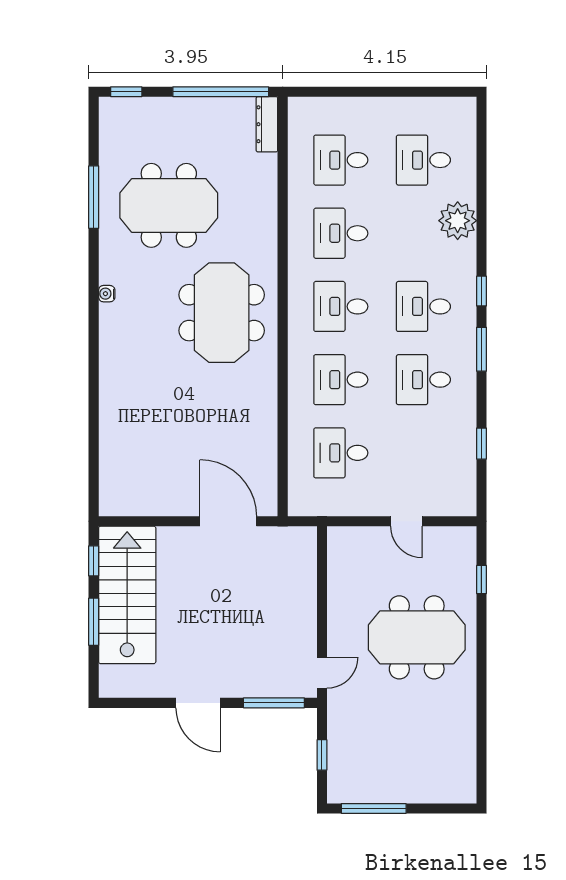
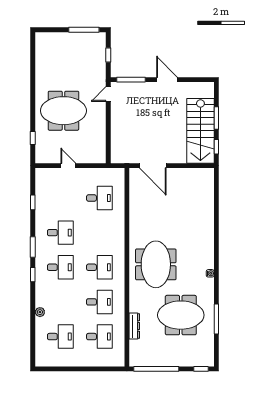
dresser: (267, 124) -> (134, 326), moved
plant: (458, 221) -> (40, 312), width x0.53, depth x0.53
desk: (341, 380) -> (99, 233), removed

